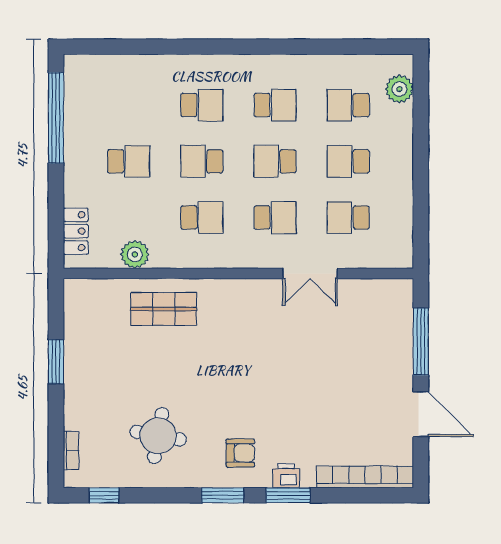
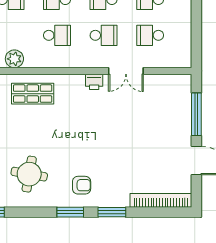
printer: (286, 476) -> (94, 82), moved, turned 180

